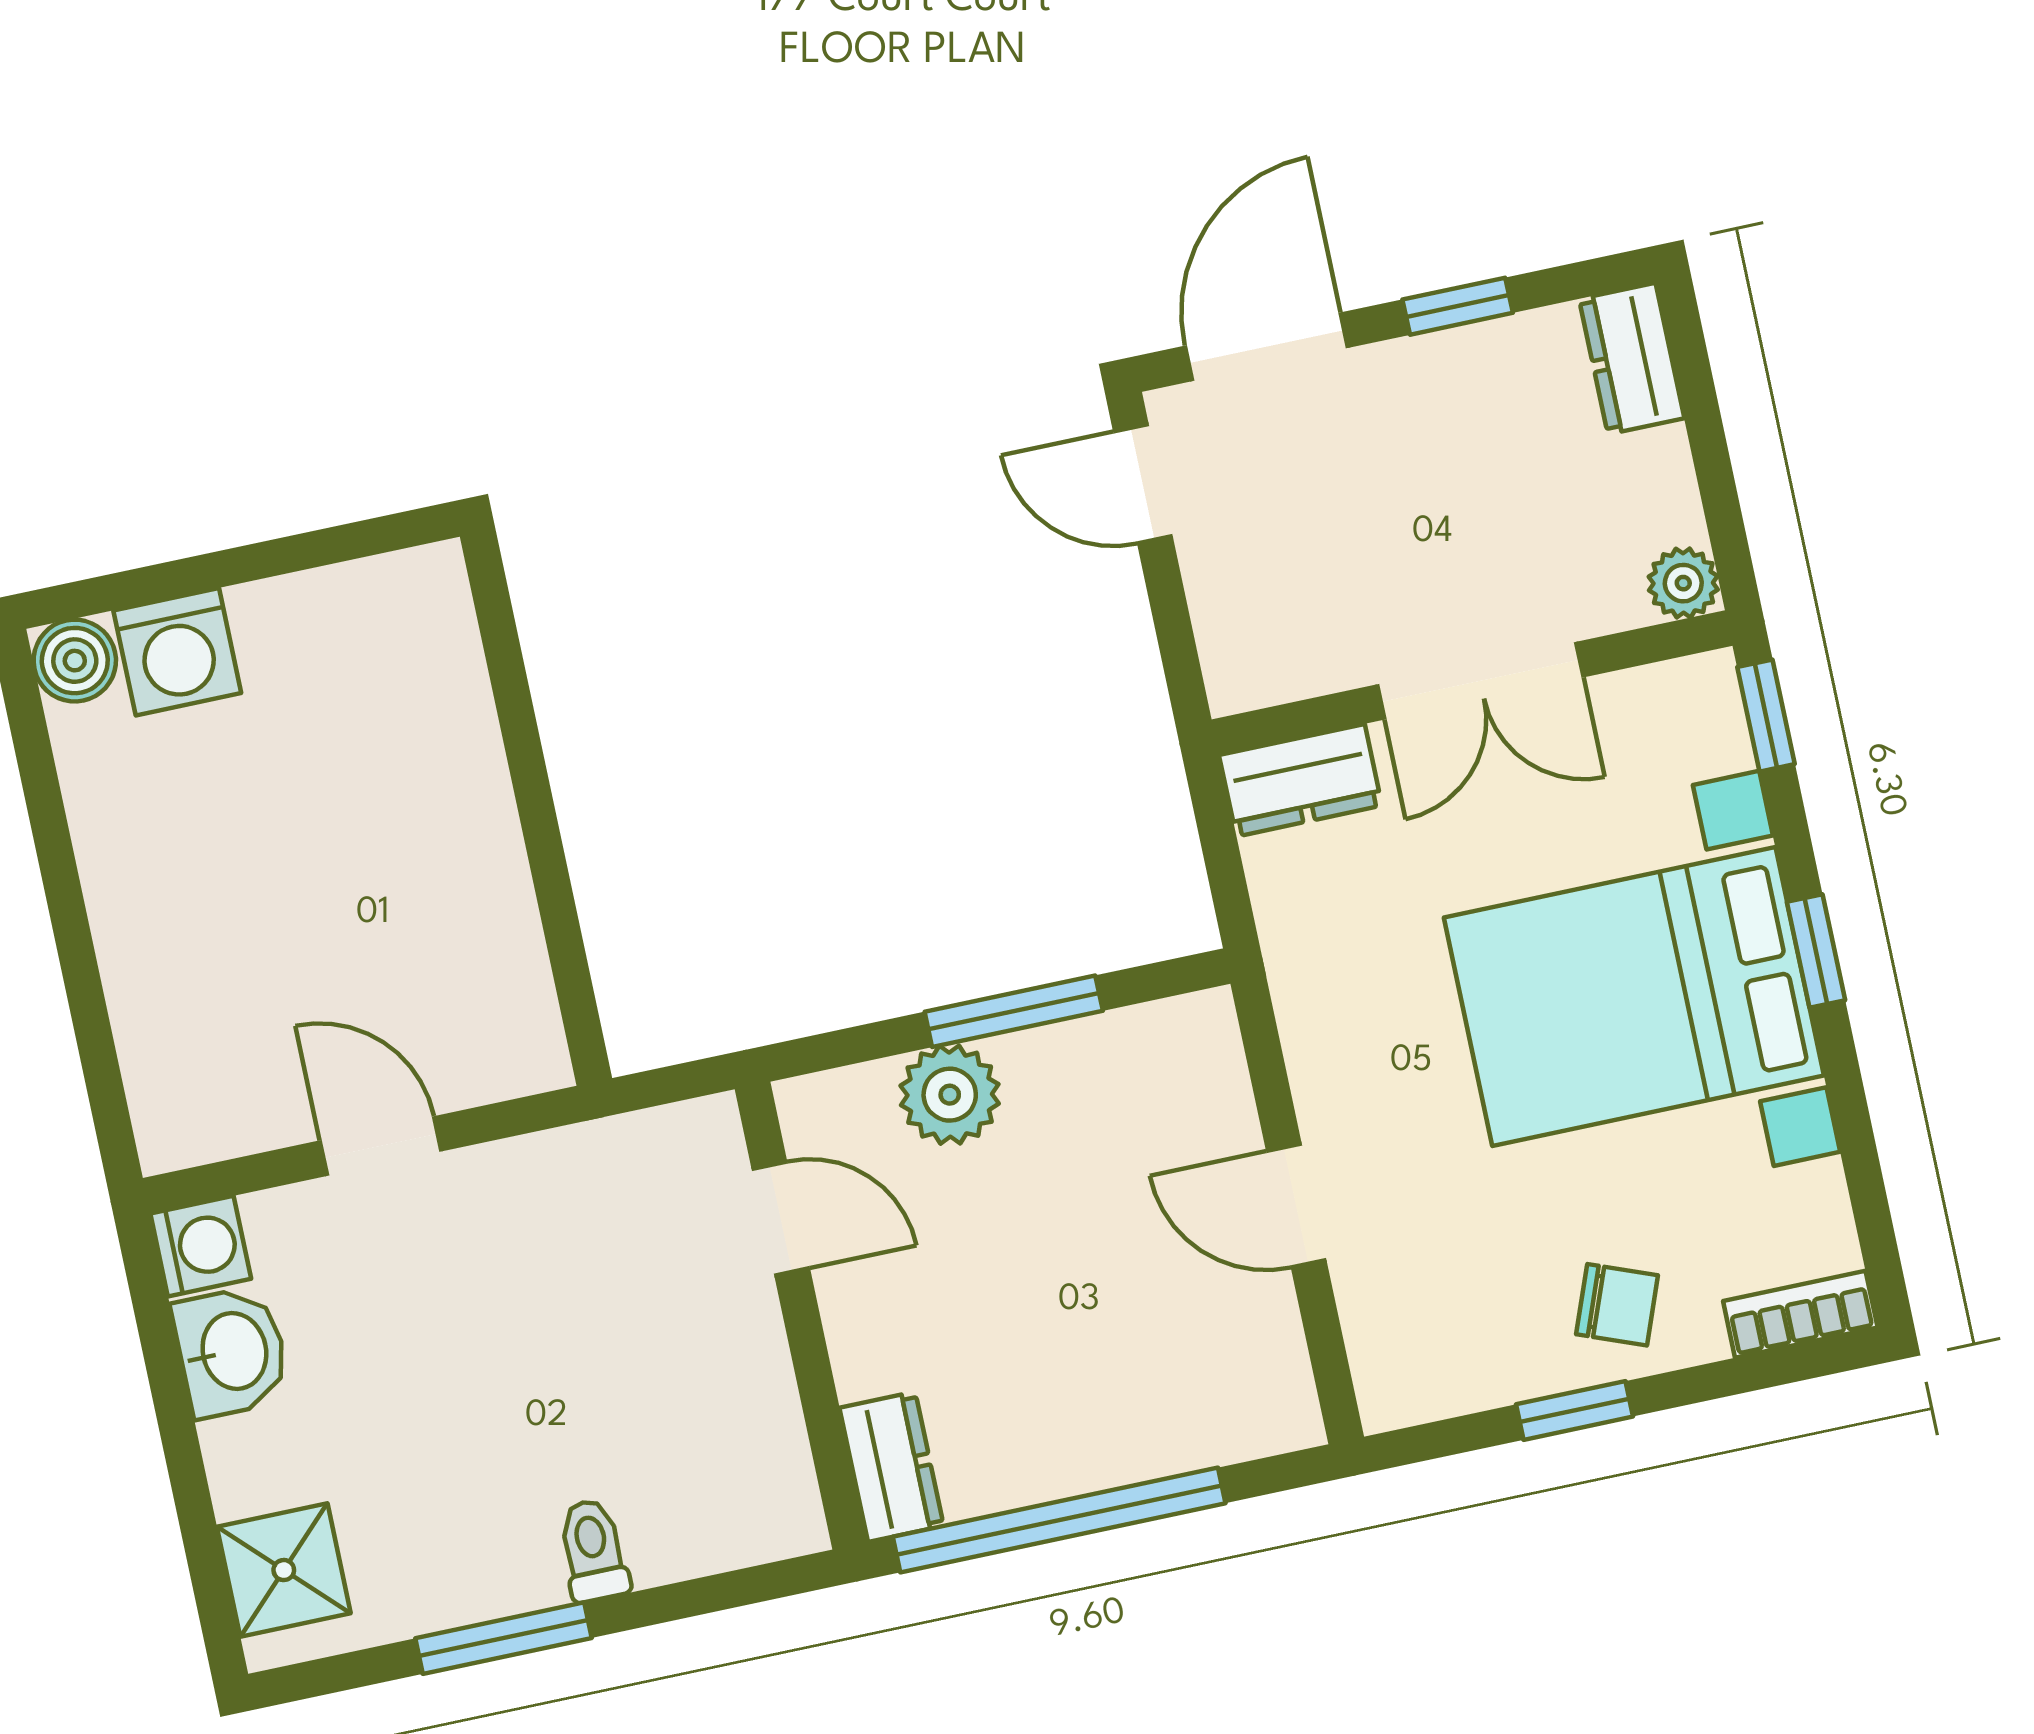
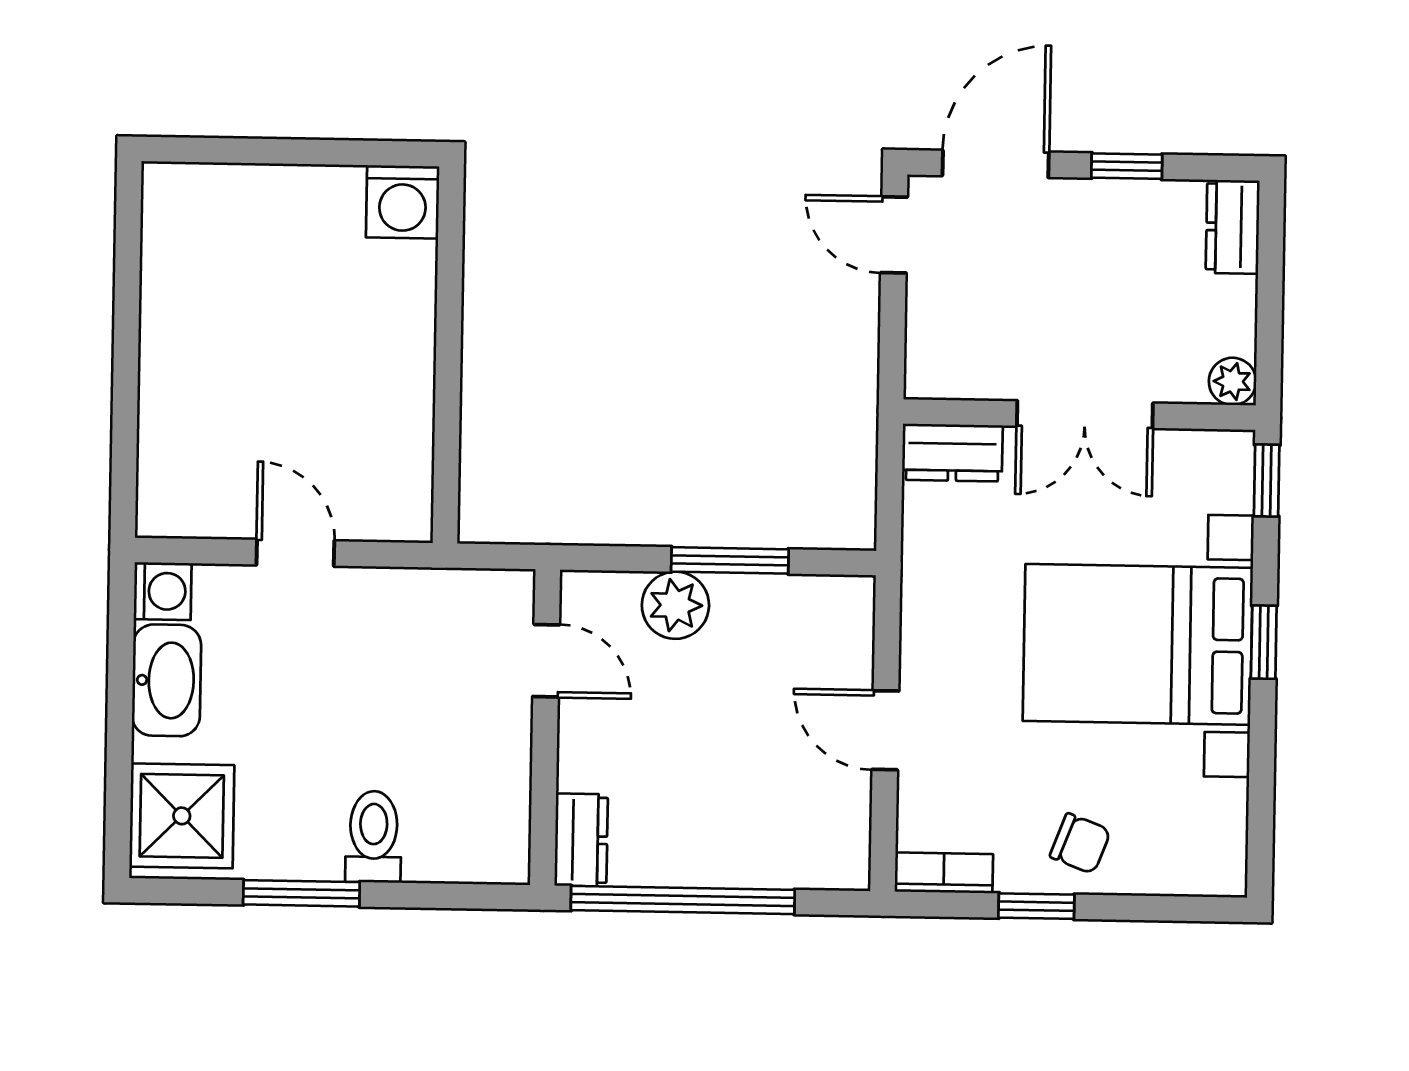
washing machine: (177, 652) -> (403, 202), moved
boiler: (75, 661) -> (169, 189), removed
bookcase: (1800, 1314) -> (944, 873), moved
washbasin: (231, 1352) -> (166, 680), width x1.38
toilet: (593, 1550) -> (374, 837), width x1.37, depth x1.39
shower: (284, 1570) -> (182, 816), width x1.36, depth x1.36

